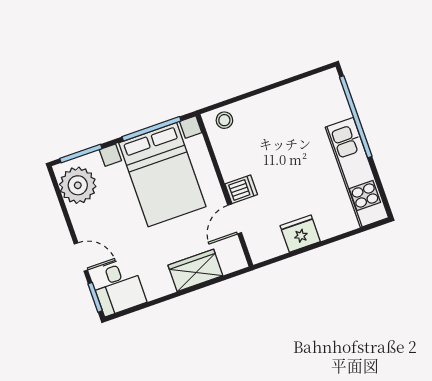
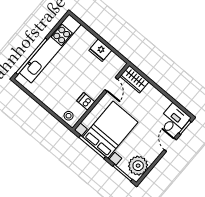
kitchen unit: (357, 172) -> (50, 49), width x1.36
dishwasher: (241, 189) -> (86, 101), moved
door: (235, 219) -> (111, 84), hinge flipped
wardrobe: (195, 270) -> (134, 79), moved

